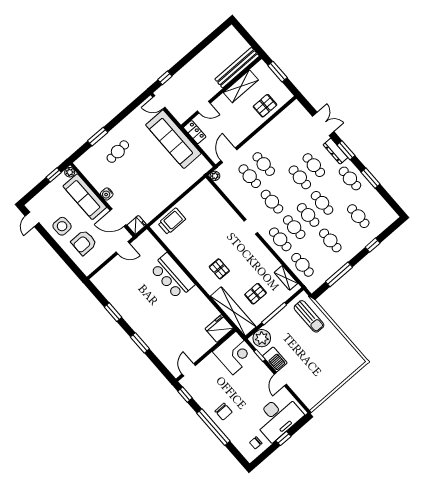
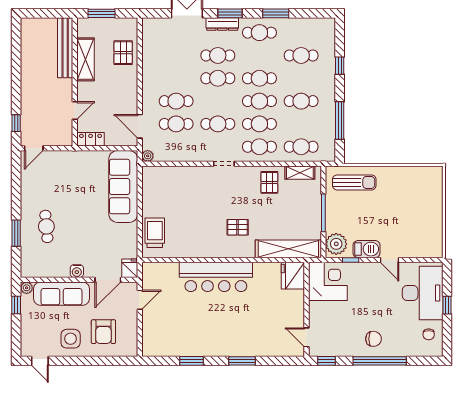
sofa: (173, 139) -> (123, 187), moved, turned 90
bar counter: (172, 276) -> (216, 277), width x1.36
pallet: (256, 294) -> (269, 182), moved

